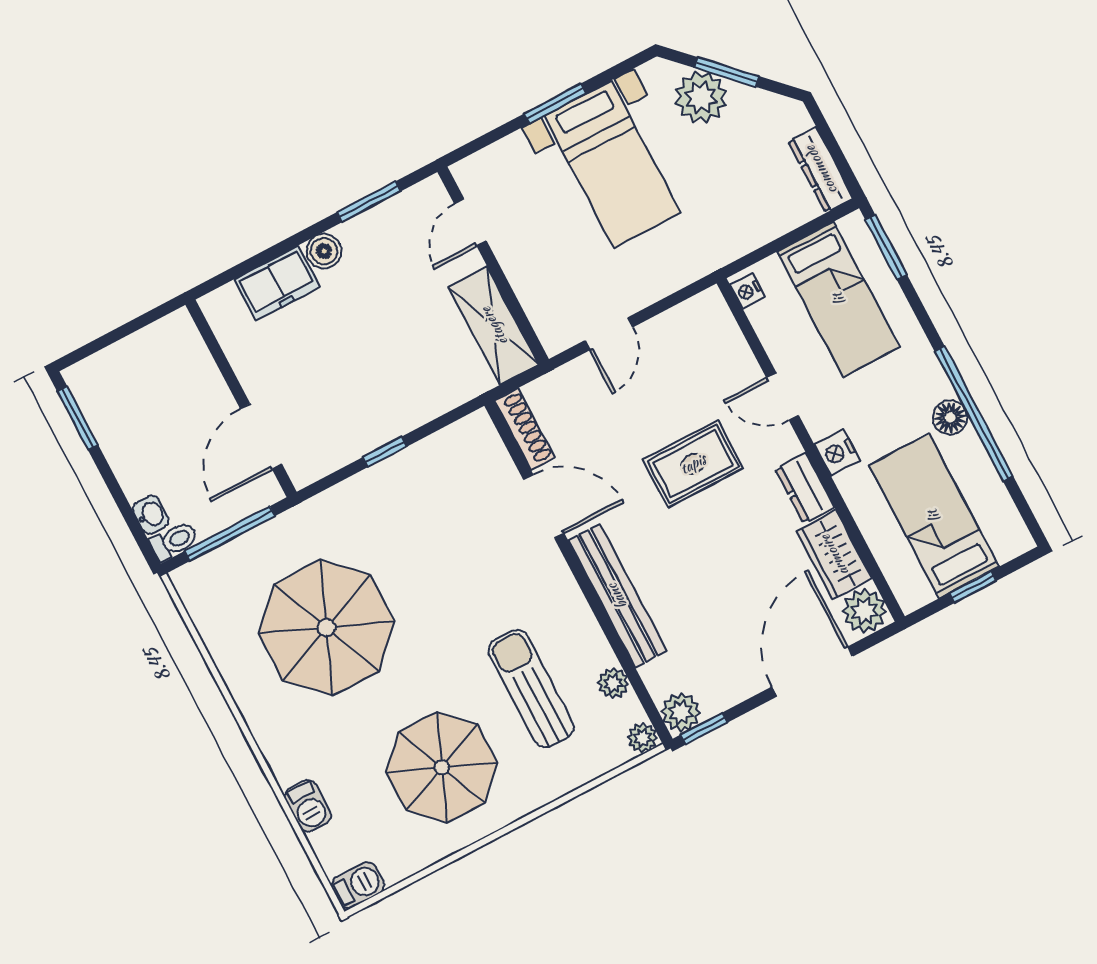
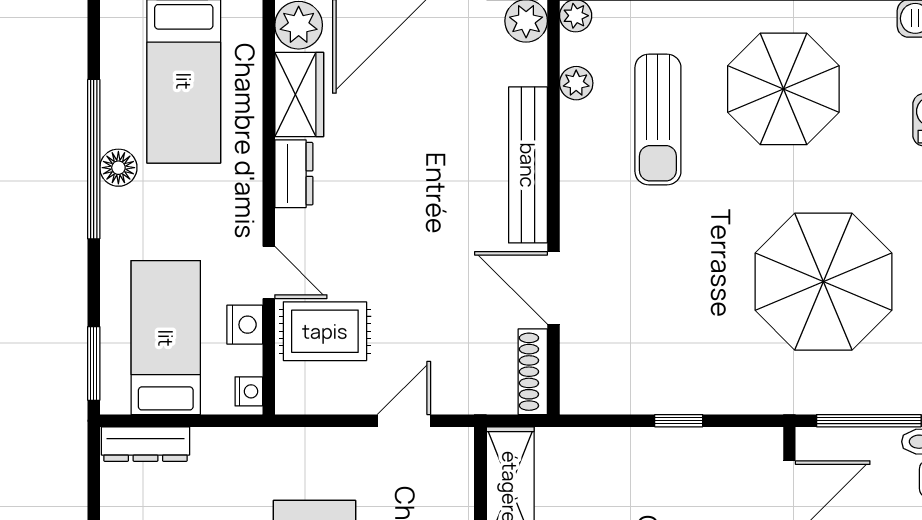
dresser: (821, 170) -> (146, 444), moved, turned 90
nightstand: (837, 453) -> (245, 325), moved
rug: (693, 464) -> (325, 331), moved

